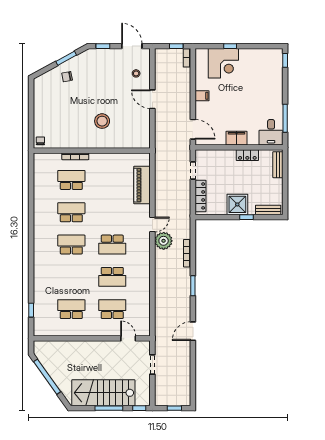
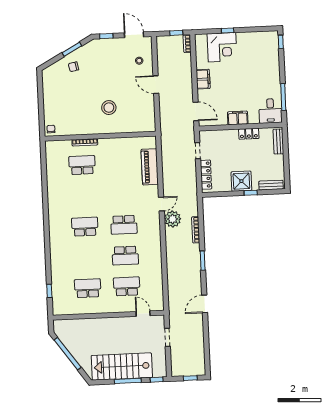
filing cabinet: (202, 96) -> (203, 79), width x2.00
school desk: (71, 212) -> (83, 196), removed

